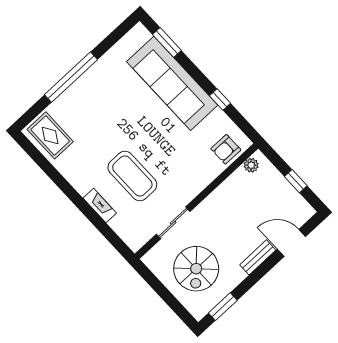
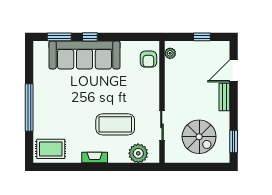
window: (220, 100) -> (90, 37), moved
fireplace: (100, 206) -> (95, 158), moved
plant: (125, 225) -> (138, 153), added

